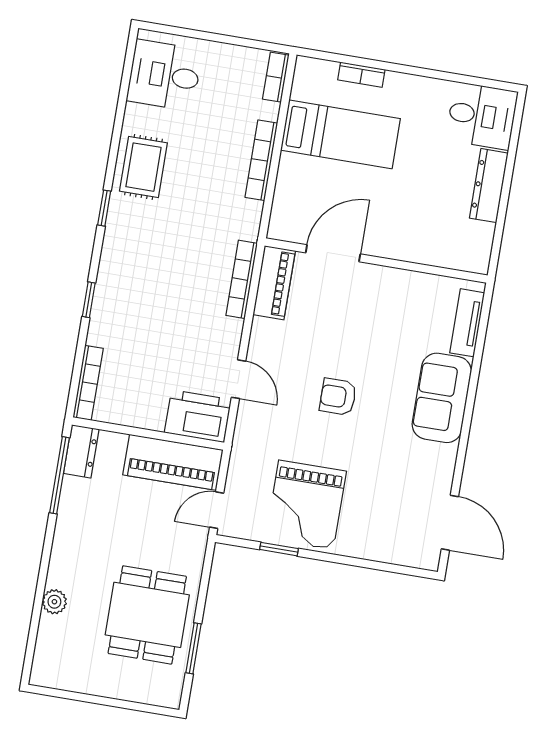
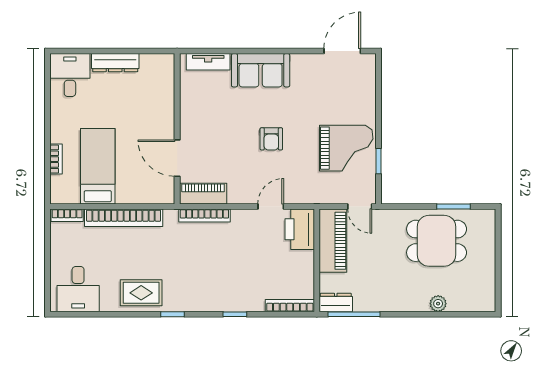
bookcase: (261, 160) -> (124, 218), width x1.48, depth x1.31

